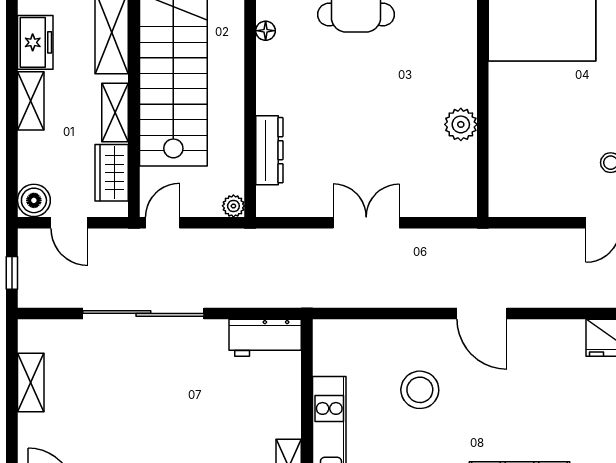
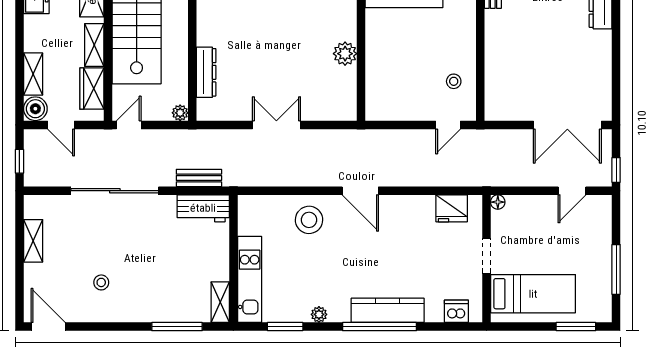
shelving: (31, 101) -> (33, 74), moved
bench: (259, 296) -> (199, 178), added
stool: (420, 390) -> (309, 220), moved
stool: (125, 440) -> (101, 282), added

